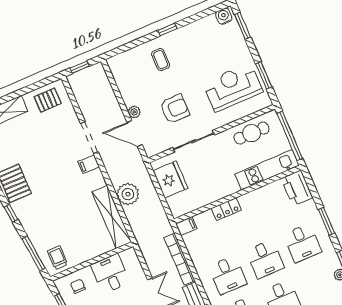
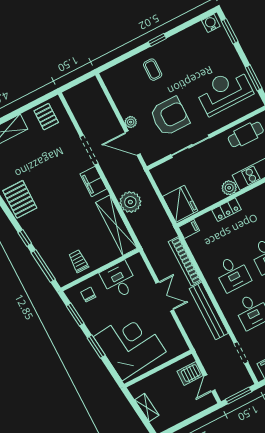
window: (80, 67) -> (75, 83), removed
pallet: (48, 100) -> (46, 117), turned 90
armchair: (175, 109) -> (170, 116), width x1.36, depth x1.36
filing cabinet: (89, 164) -> (93, 181), width x2.00
fridge: (170, 179) -> (180, 204), moved
plant: (231, 187) -> (229, 188), added
window: (11, 213) -> (25, 238), moved
trolley: (57, 258) -> (79, 261), moved

